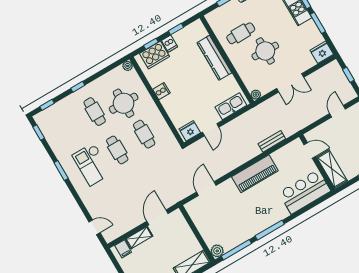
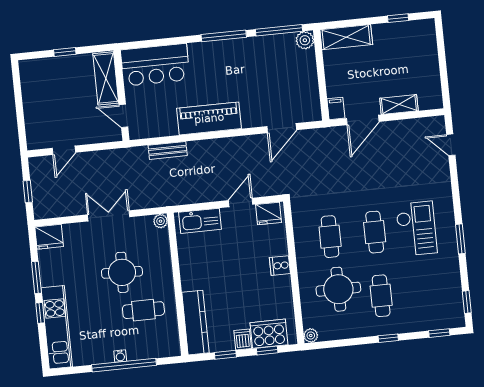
kitchen counter: (214, 58) -> (195, 323), moved
cooker: (161, 91) -> (280, 266), moved
filing cabinet: (123, 249) -> (336, 108), moved

